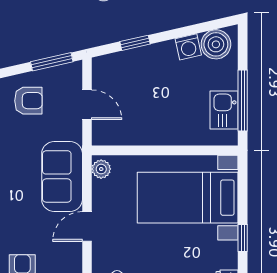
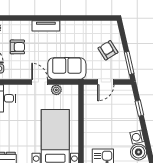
armchair: (28, 101) -> (108, 50), turned 148
plant: (101, 169) -> (56, 90), moved

